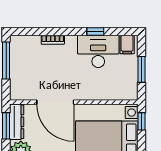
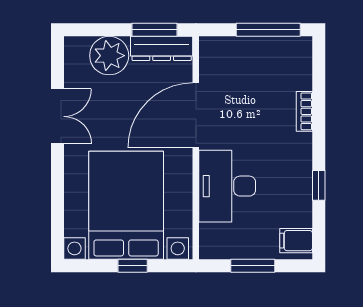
desk: (98, 51) -> (227, 186), moved, turned 180
window: (141, 121) -> (133, 266), moved

